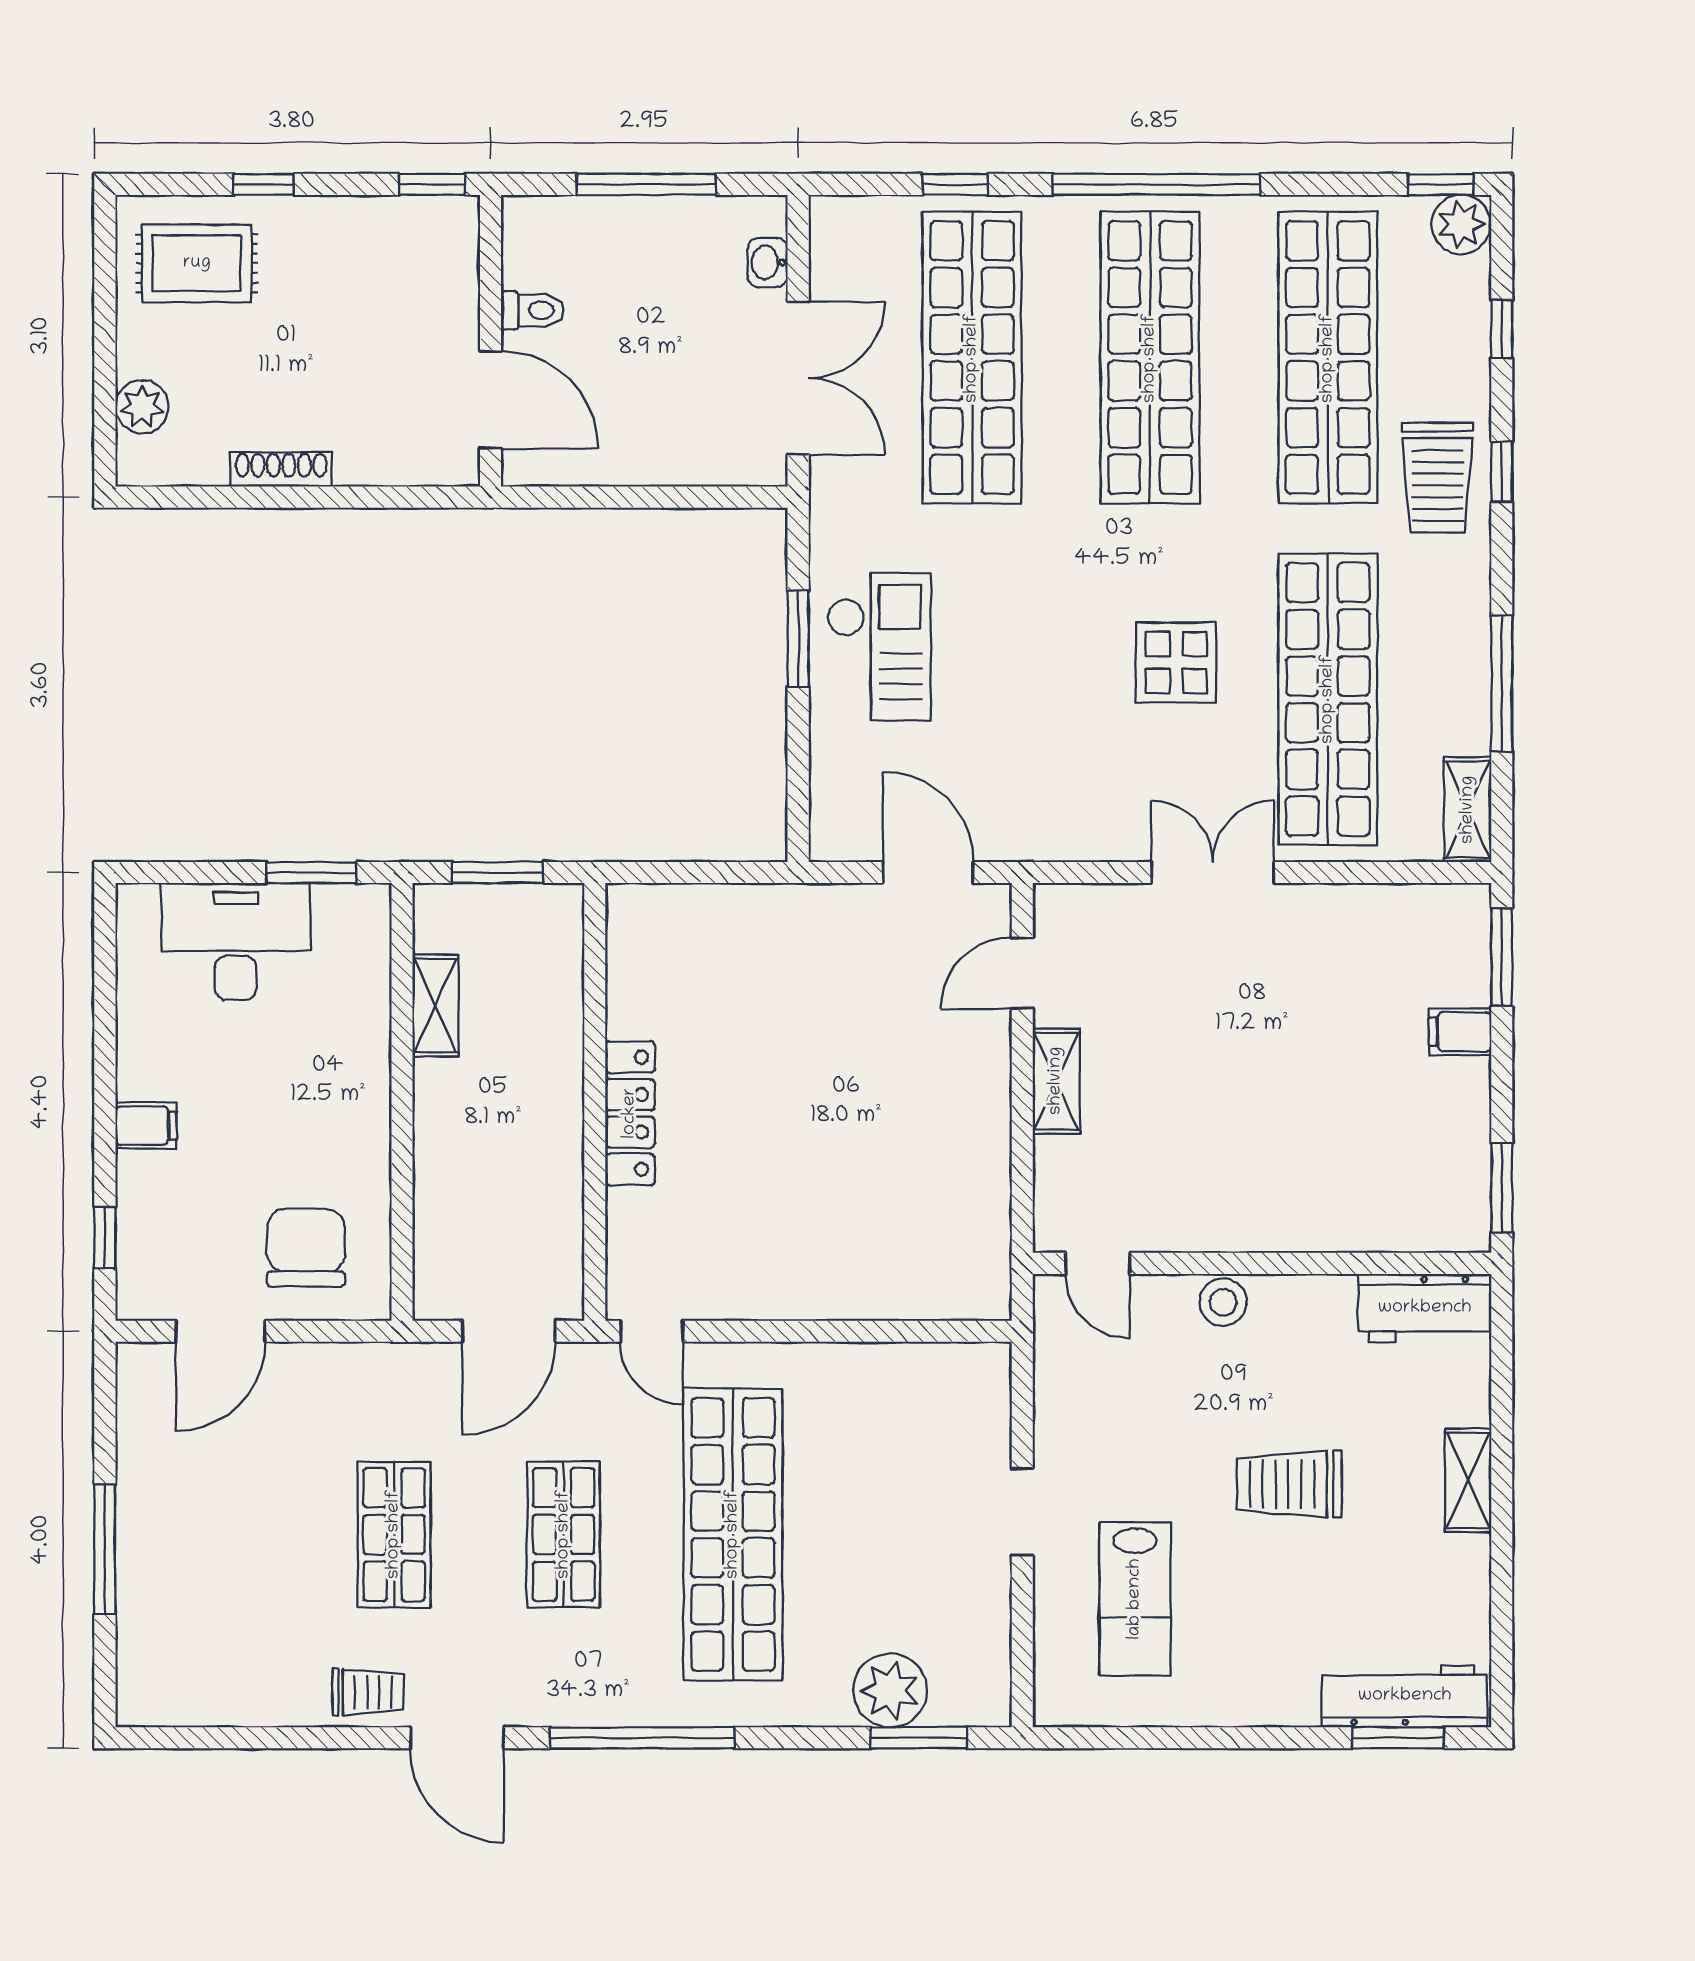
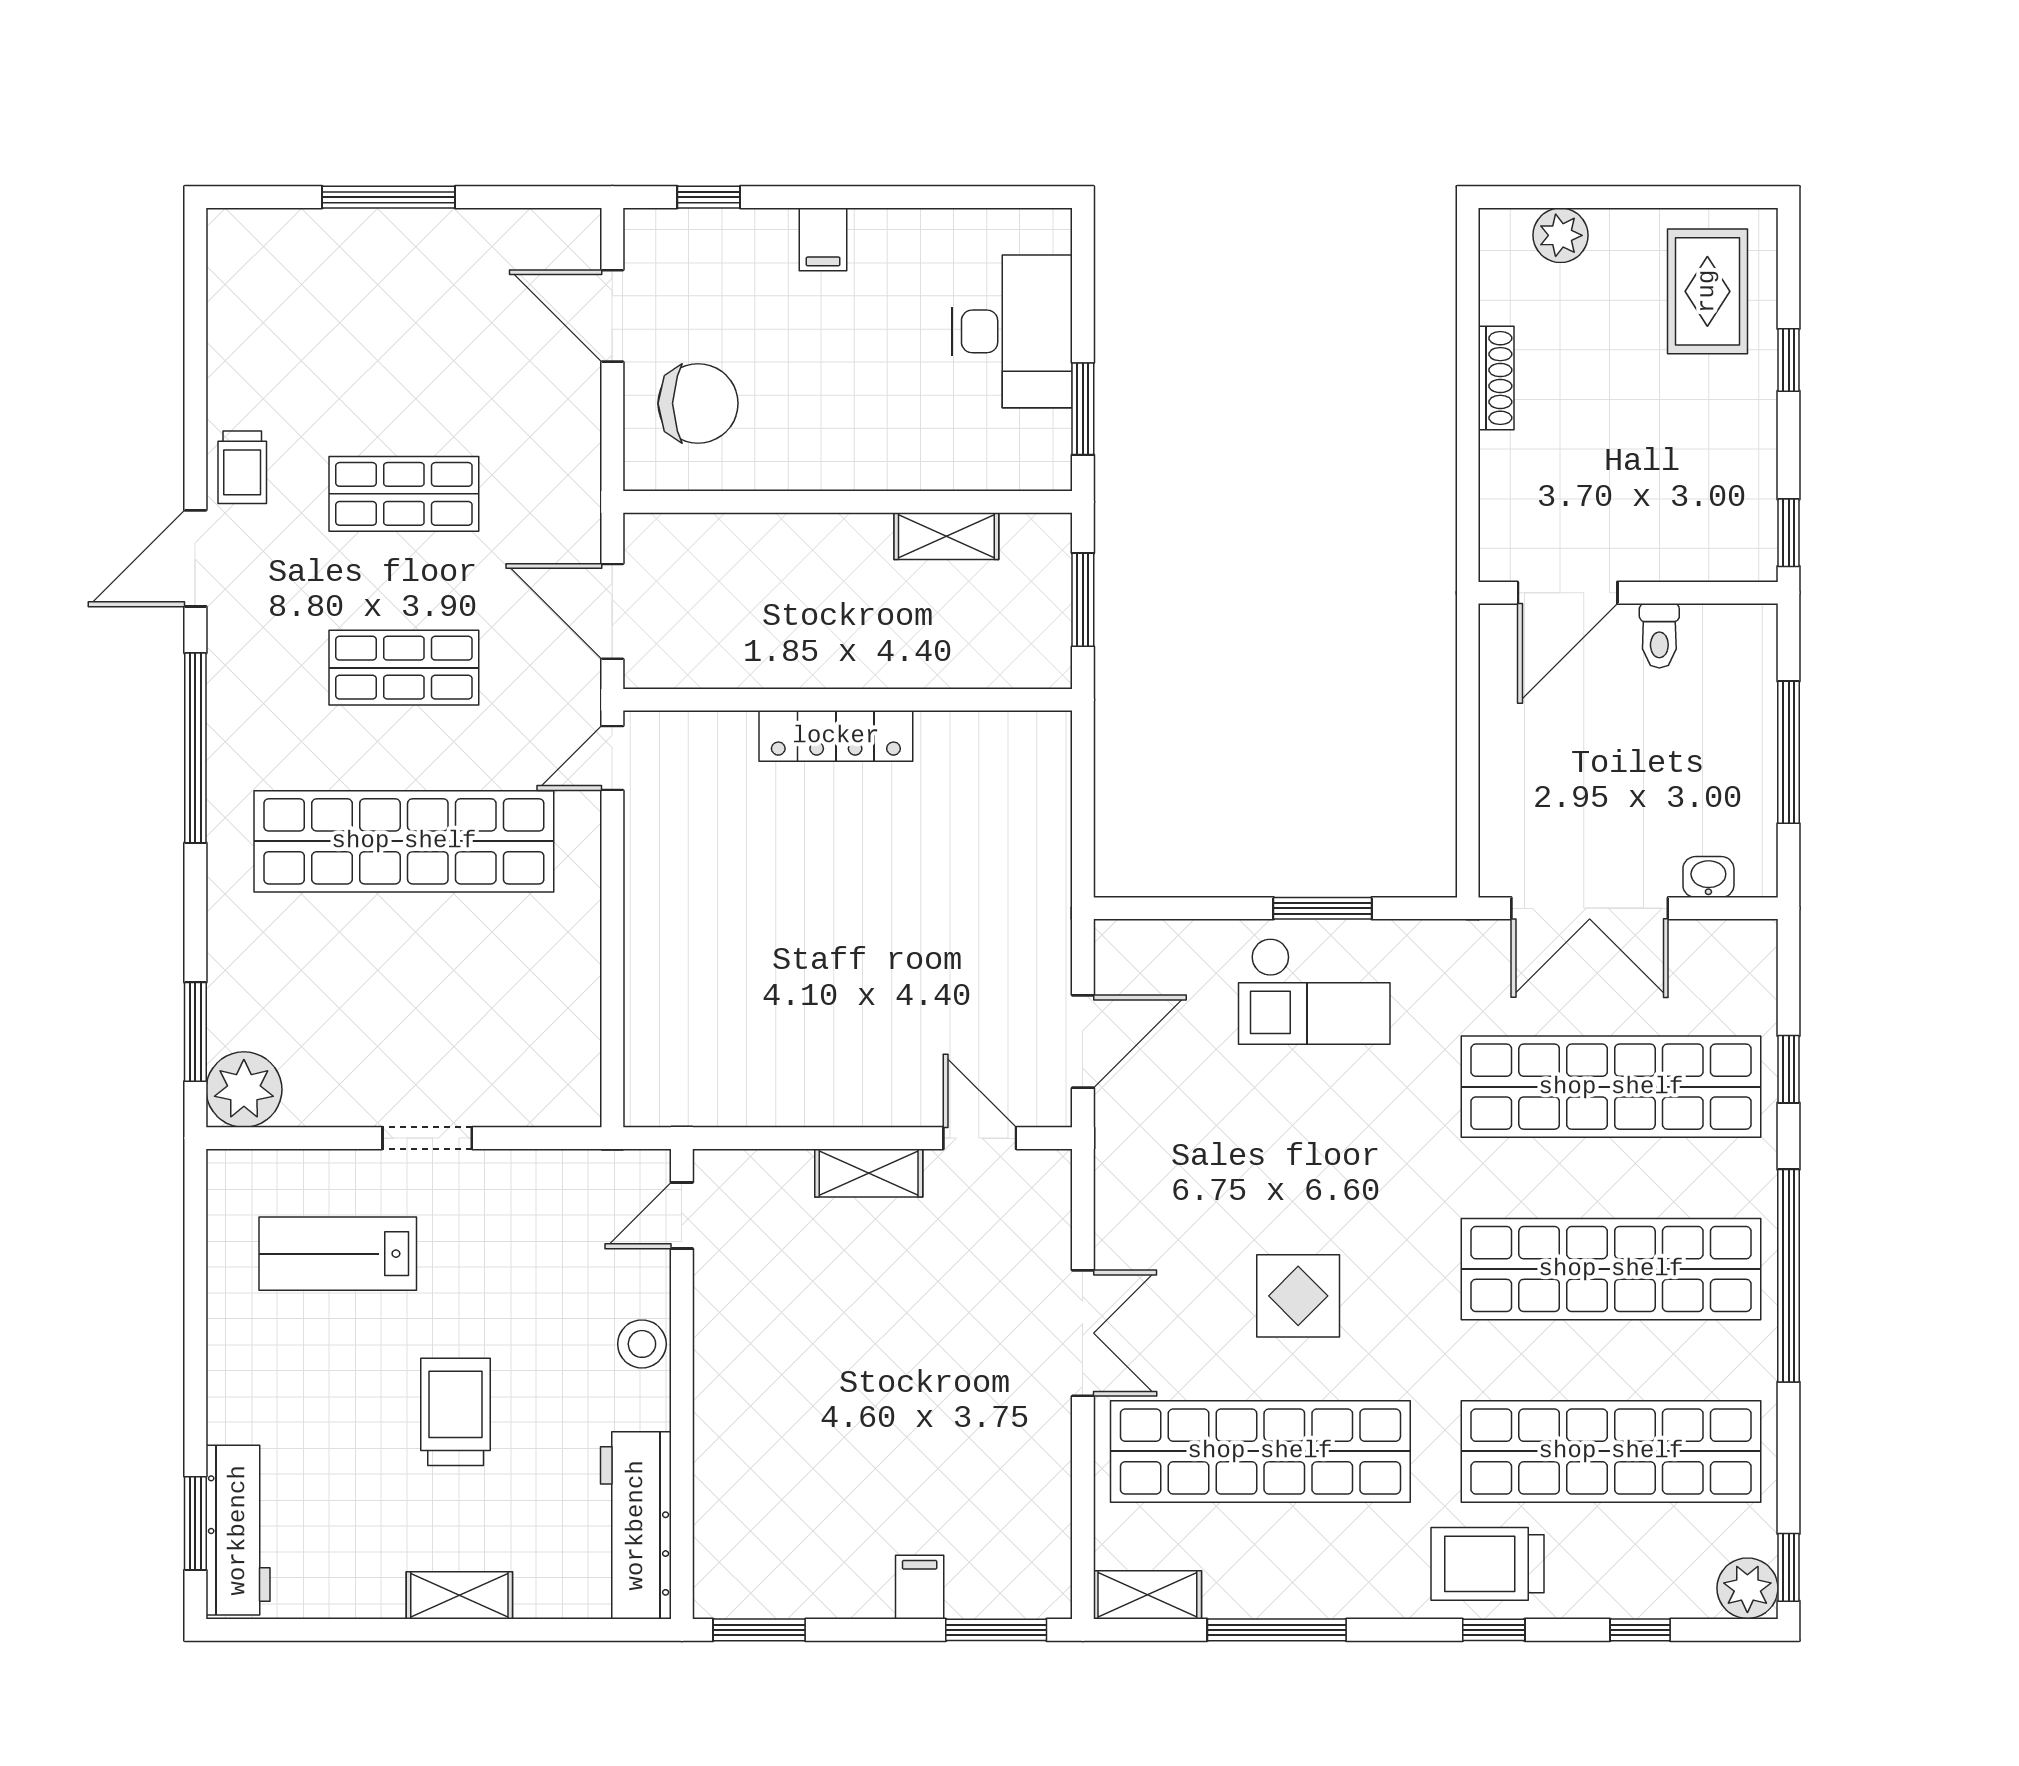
workbench: (1425, 1308) -> (636, 1525), width x1.37
plant: (890, 1690) -> (244, 1090), moved

